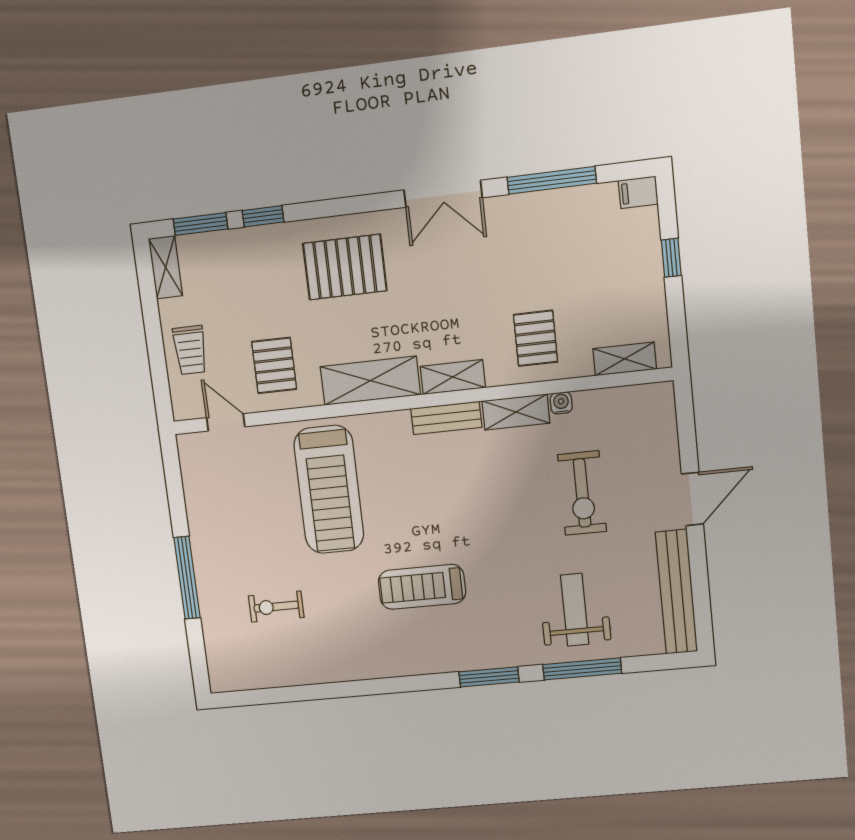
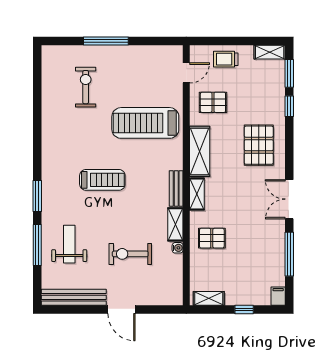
shelving: (625, 359) -> (209, 298), moved, turned 90
treadmill: (422, 587) -> (102, 180), moved, turned 90
exercise bike: (276, 607) -> (86, 87), width x1.38, depth x1.39
weight bench: (575, 610) -> (69, 244), turned -90

